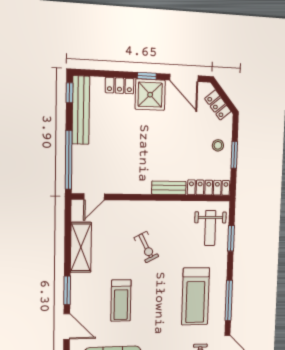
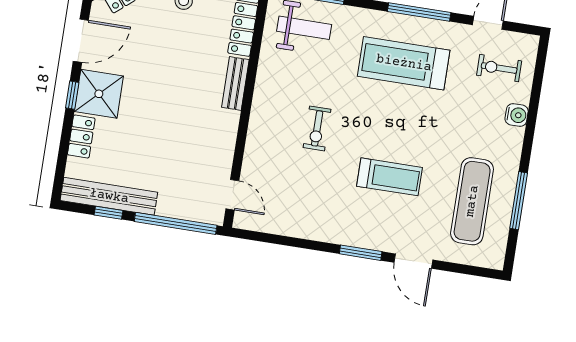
window: (69, 93) -> (109, 213), moved
shelving: (81, 247) -> (302, 224), removed
exercise bike: (146, 247) -> (317, 128), turned 117
treadmill: (196, 296) -> (404, 63), turned 180
door: (67, 327) -> (413, 261), swing flipped

